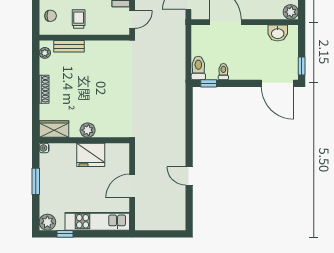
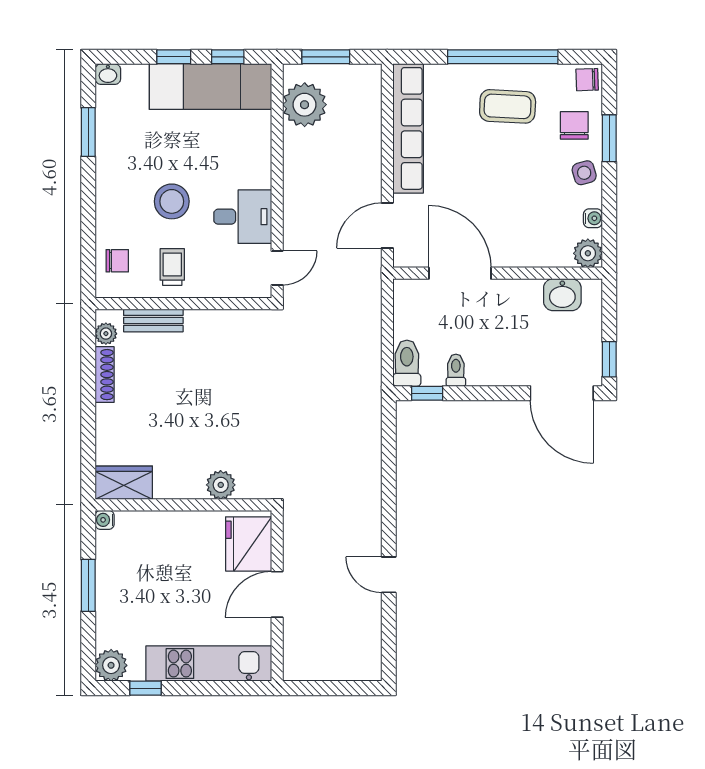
shoe rack: (44, 89) -> (105, 375), moved
plant: (88, 130) -> (221, 485), moved
fridge: (91, 155) -> (249, 544), moved, turned 90

